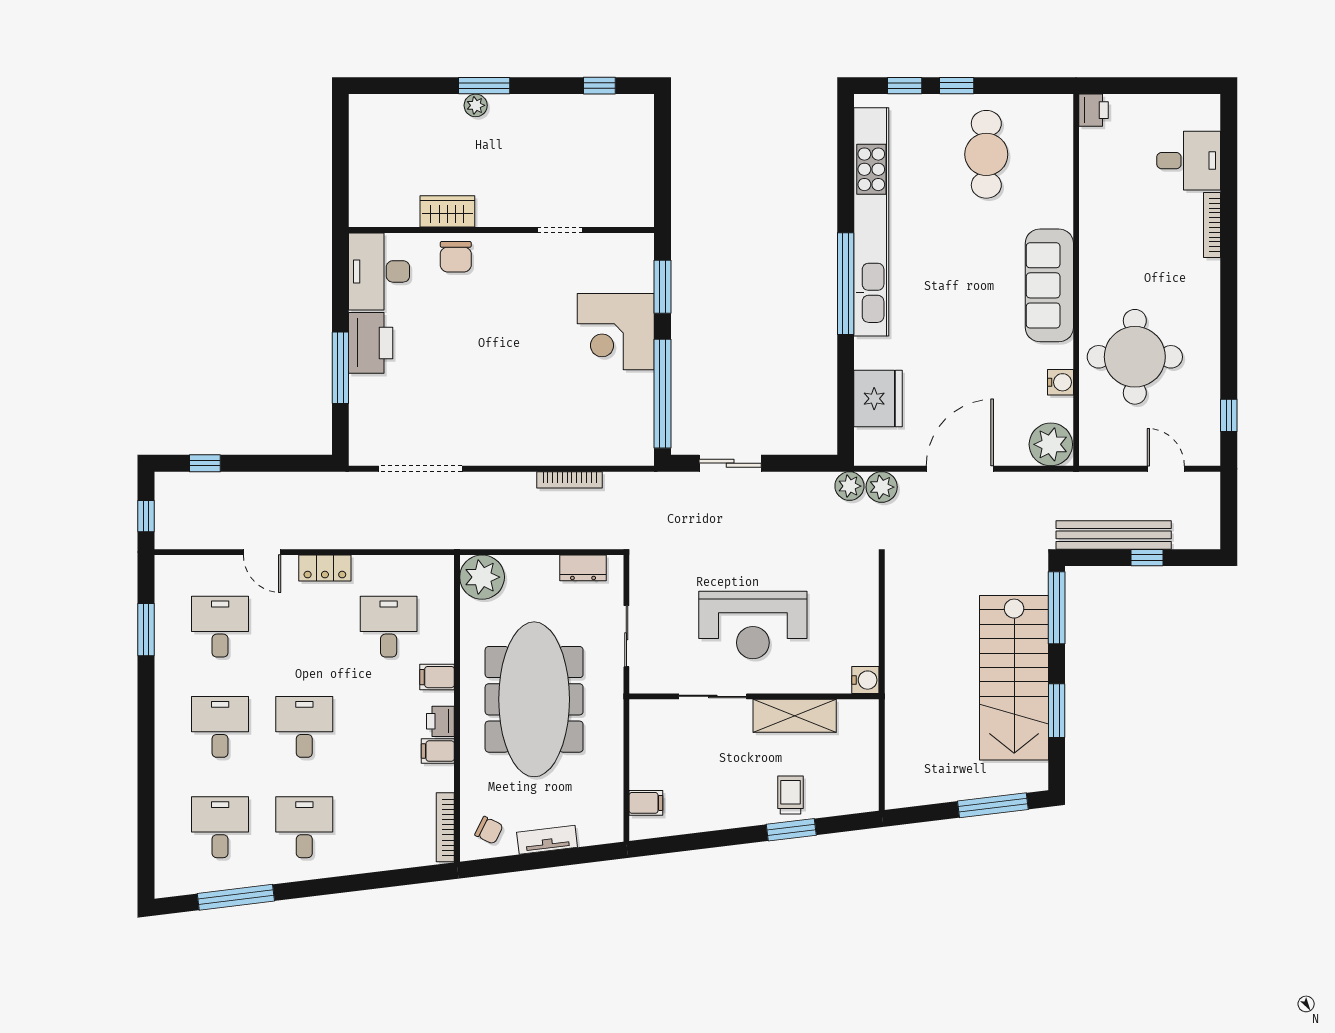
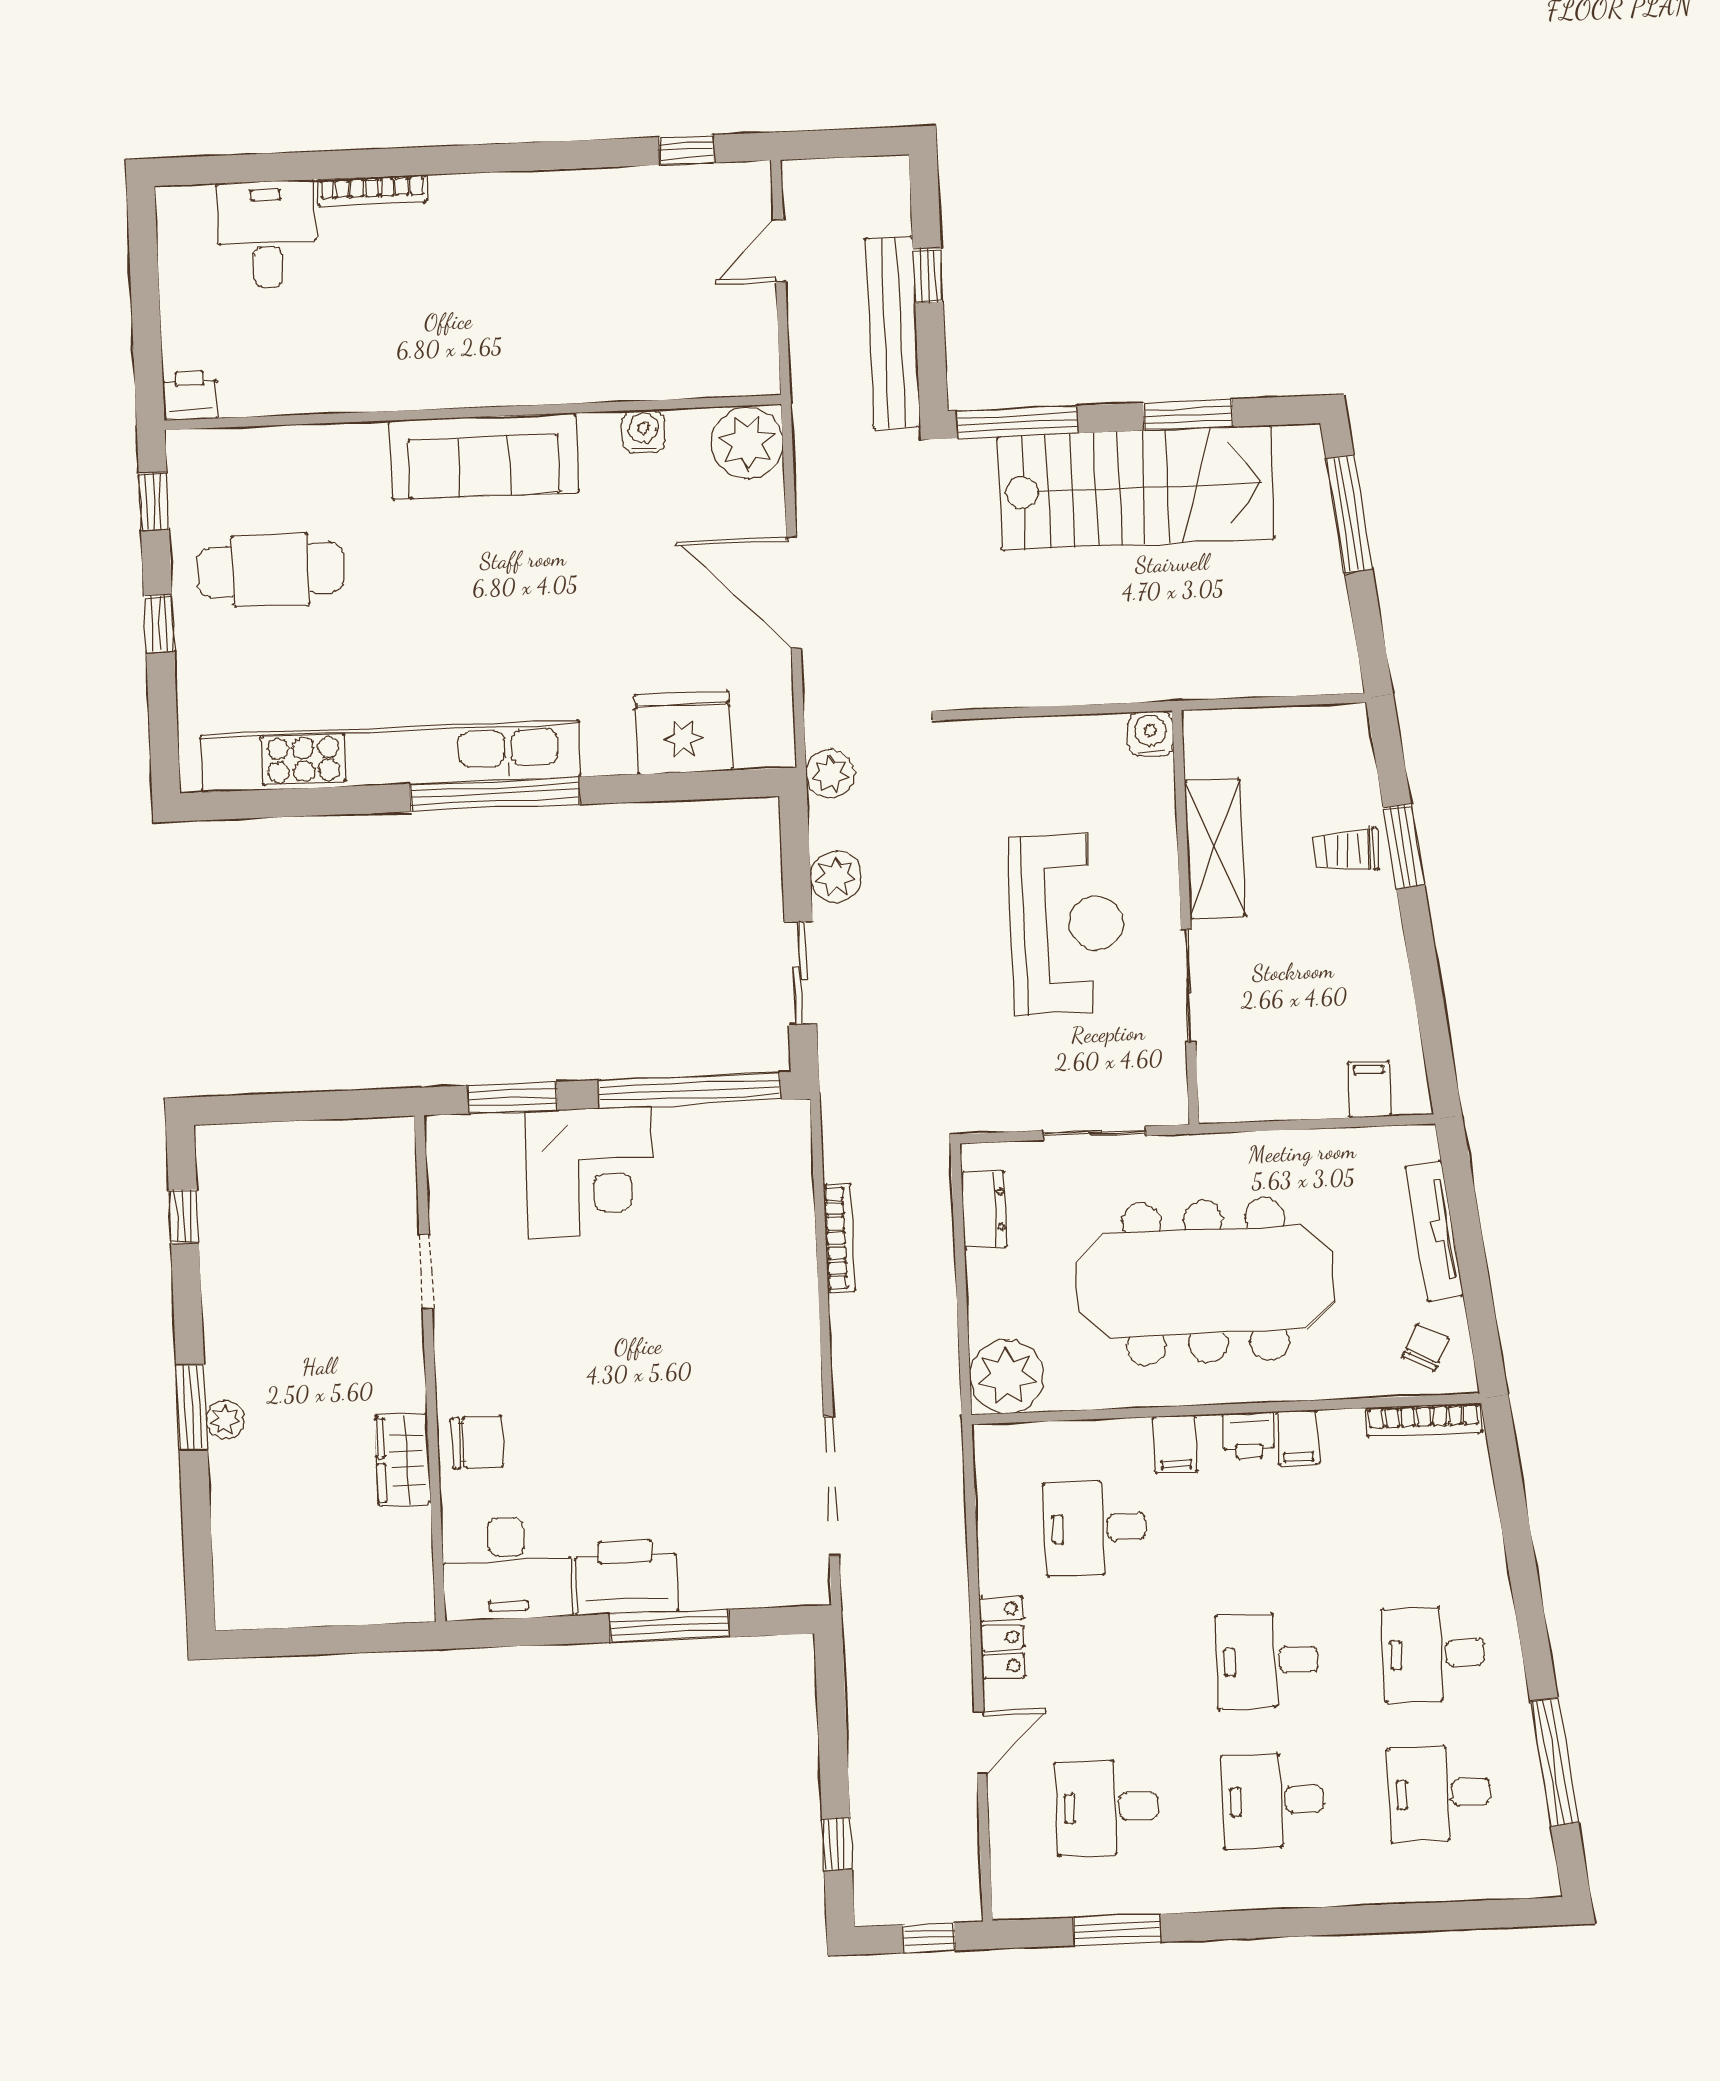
window: (905, 86) -> (154, 501), moved
round table: (1135, 357) -> (596, 310), removed
plant: (882, 487) -> (836, 877), moved
tv unit: (547, 840) -> (1434, 1231), width x1.41

